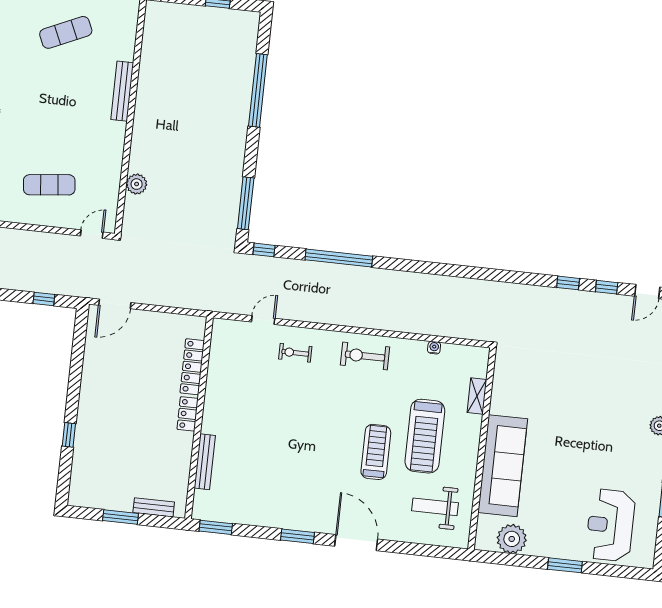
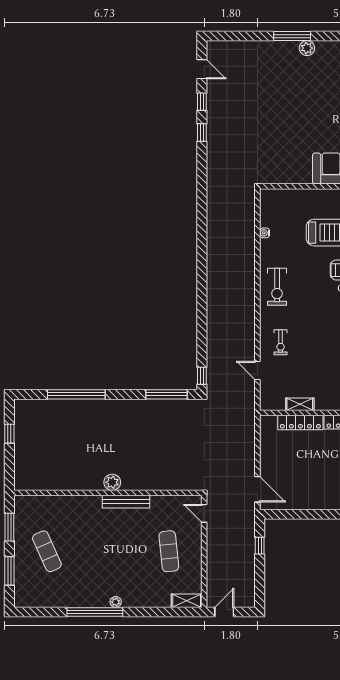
bench: (122, 91) -> (126, 502), moved
plant: (137, 184) -> (112, 482), moved
window: (339, 258) -> (202, 316), removed
shelving: (477, 396) -> (300, 404), moved

